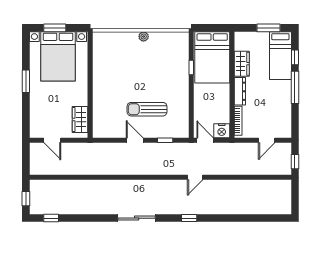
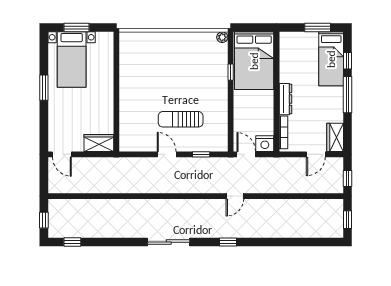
plant: (144, 36) -> (222, 37), moved
bed with nightstands: (58, 56) -> (72, 60), width x0.73
wardrobe: (242, 64) -> (335, 137), moved, turned 180
wardrobe: (80, 119) -> (99, 143), moved, turned 90
door: (52, 140) -> (62, 154), moved
window: (295, 198) -> (348, 220), added

